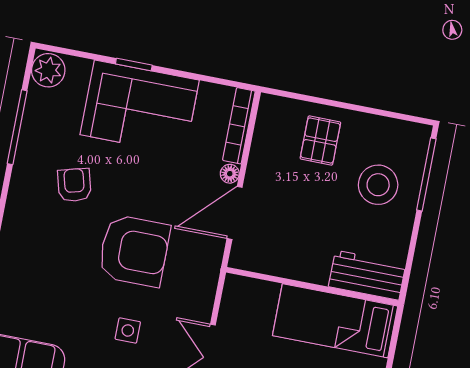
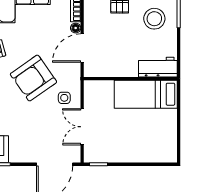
armchair: (134, 251) -> (33, 78), turned 145
side table: (128, 330) -> (64, 98), moved

